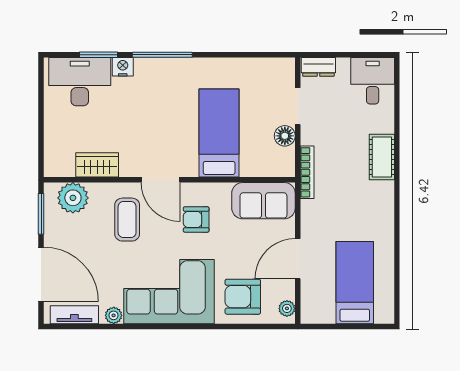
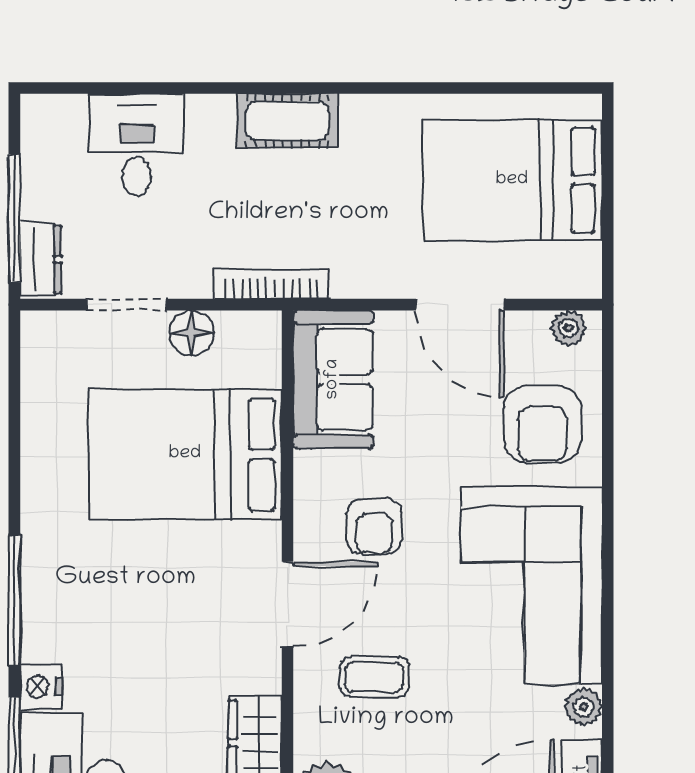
window: (337, 55) -> (14, 218), added
desk: (373, 81) -> (137, 145), moved, turned 90
bed: (219, 133) -> (185, 454), width x1.50
cot: (382, 157) -> (287, 121), moved
coffee table: (127, 220) -> (374, 677), width x0.73, depth x0.77
bed: (355, 283) -> (512, 180), width x1.50

